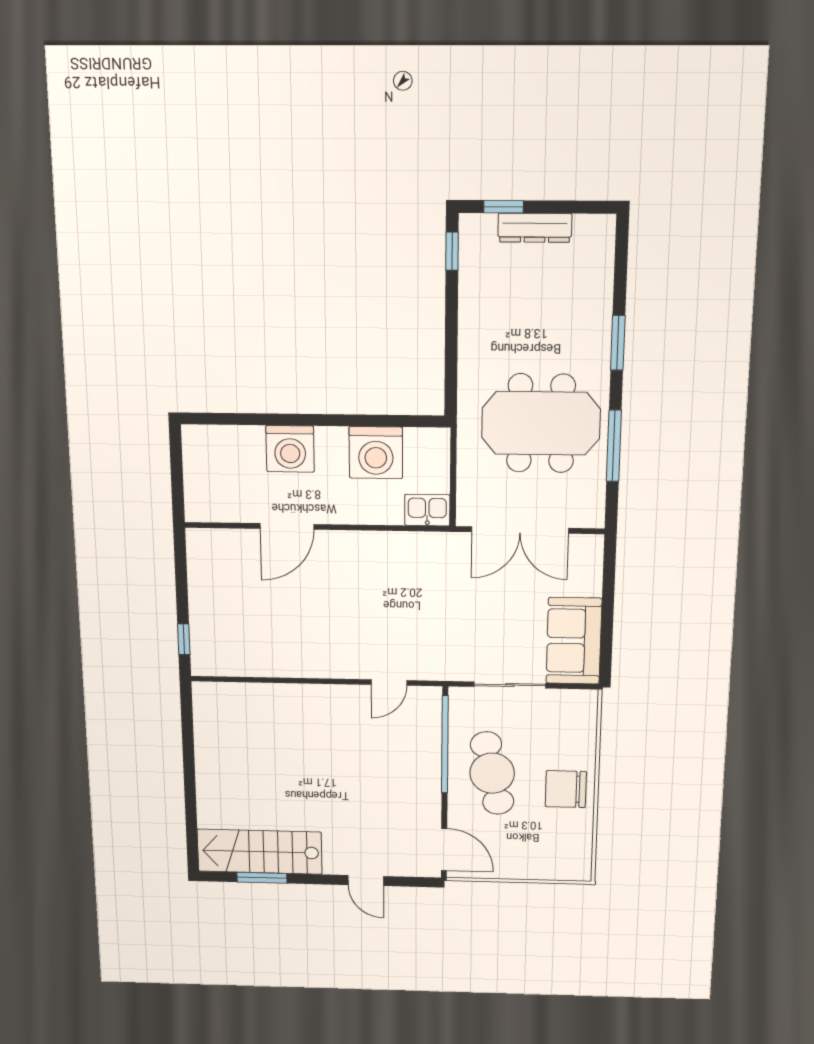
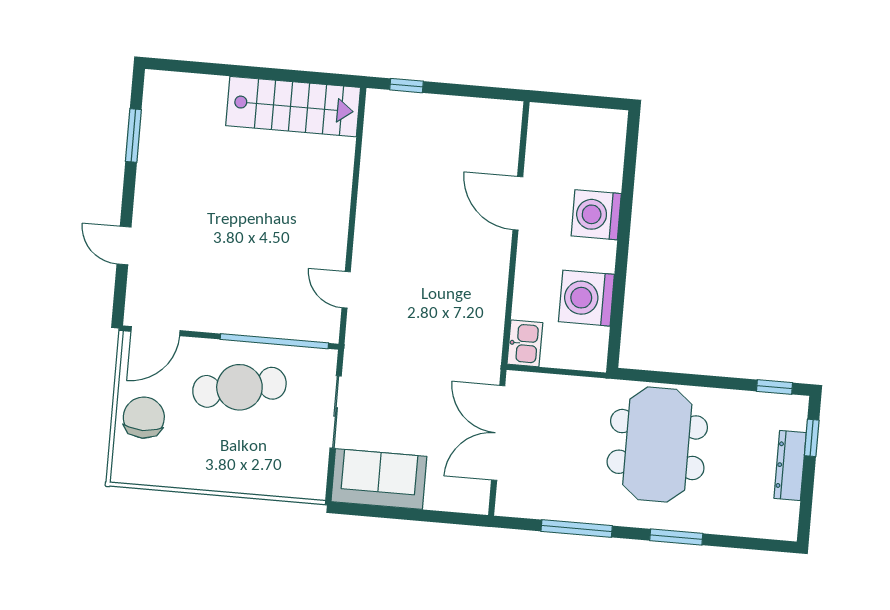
meeting table: (541, 423) -> (657, 445), moved
chair: (566, 789) -> (144, 418), moved
stairs: (260, 852) -> (293, 107), moved, turned 90
door: (366, 881) -> (124, 246), hinge flipped

